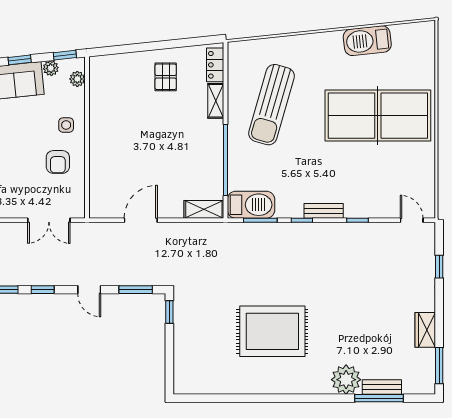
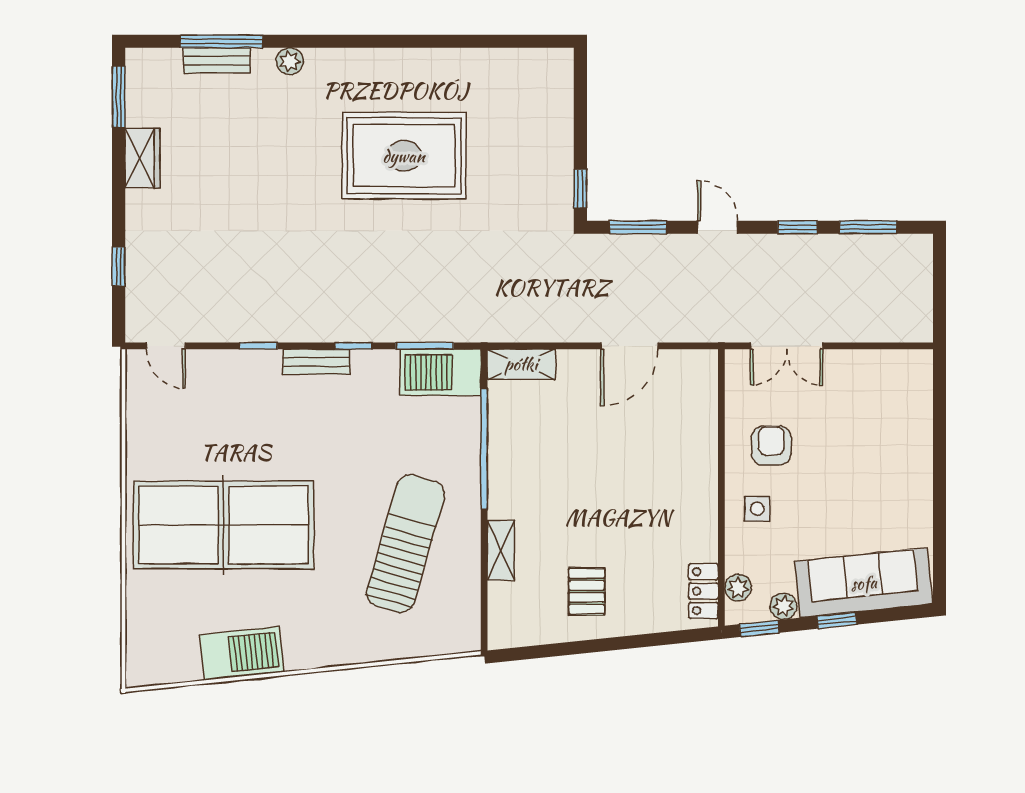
locker: (215, 65) -> (704, 591), moved, turned 180
double door: (49, 220) -> (787, 346), swing flipped
plant: (346, 380) -> (290, 61), width x0.53, depth x0.53

